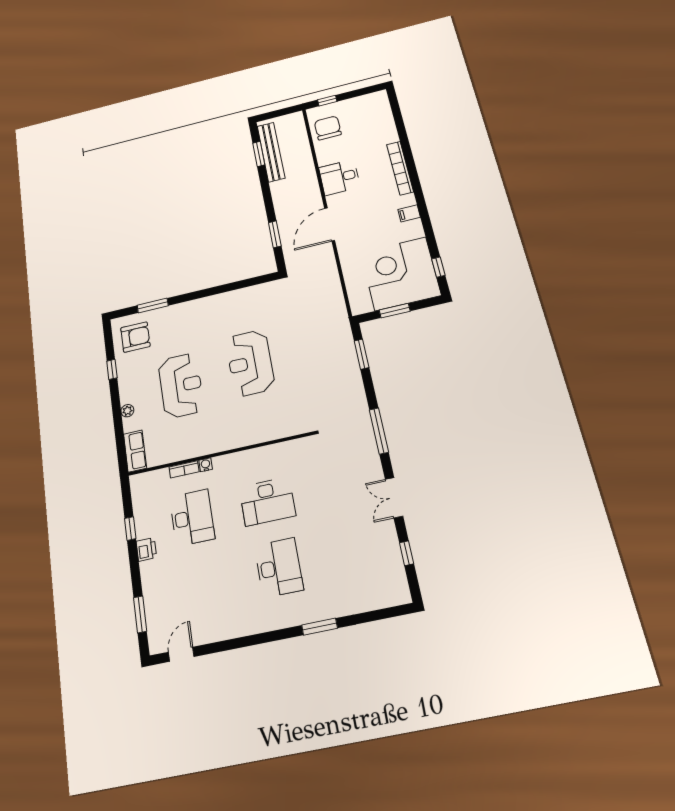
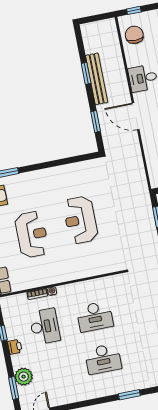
bench: (271, 152) -> (97, 79), moved
window: (259, 154) -> (86, 73), moved
door: (330, 224) -> (136, 116), hinge flipped
desk: (279, 567) -> (103, 359), turned 90
plant: (156, 596) -> (24, 377), added

